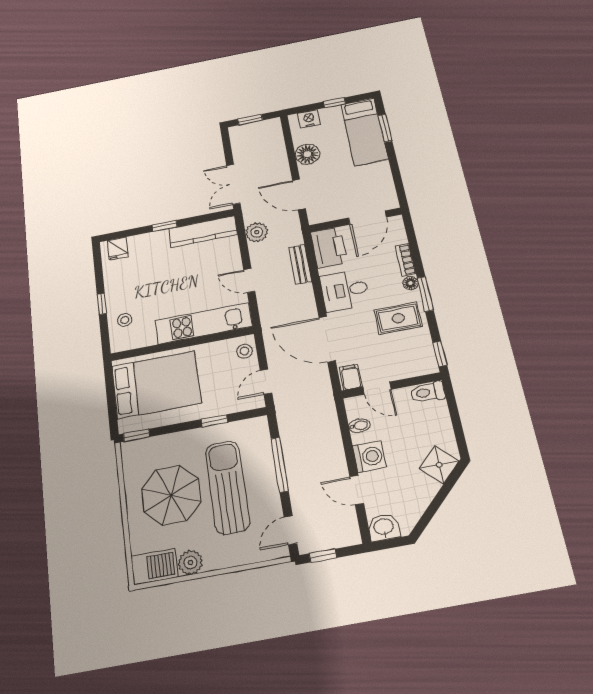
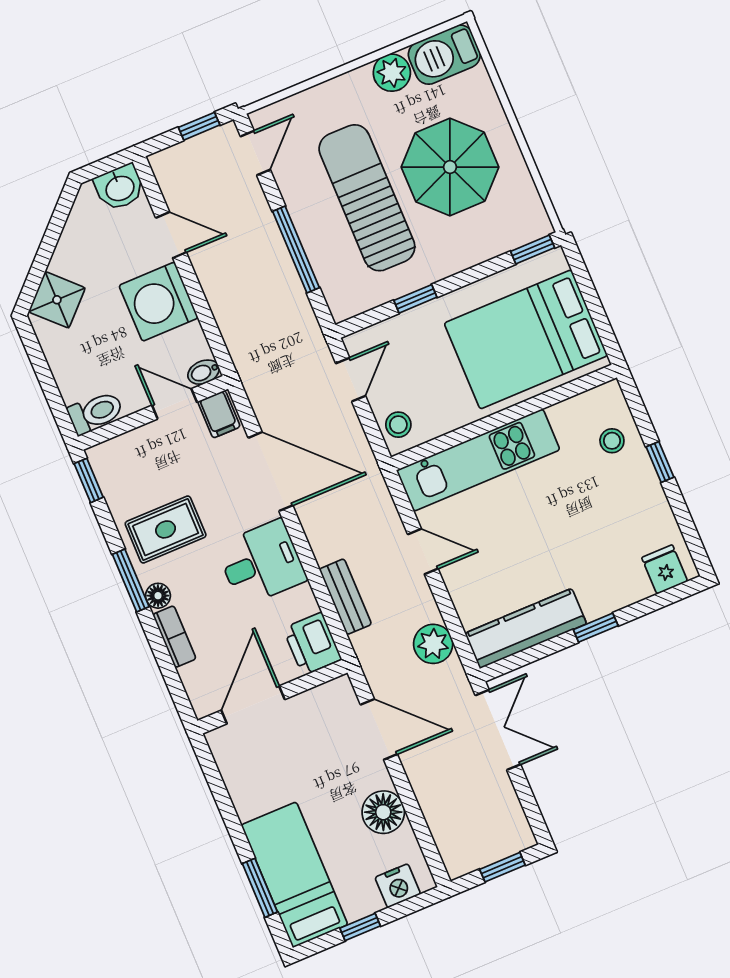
printer: (329, 248) -> (312, 644), width x0.73, depth x0.84
bidet: (359, 426) -> (204, 372), moved
washing machine: (369, 457) -> (159, 302), width x1.37, depth x1.37
sun lounger: (227, 487) -> (367, 198), turned 180

